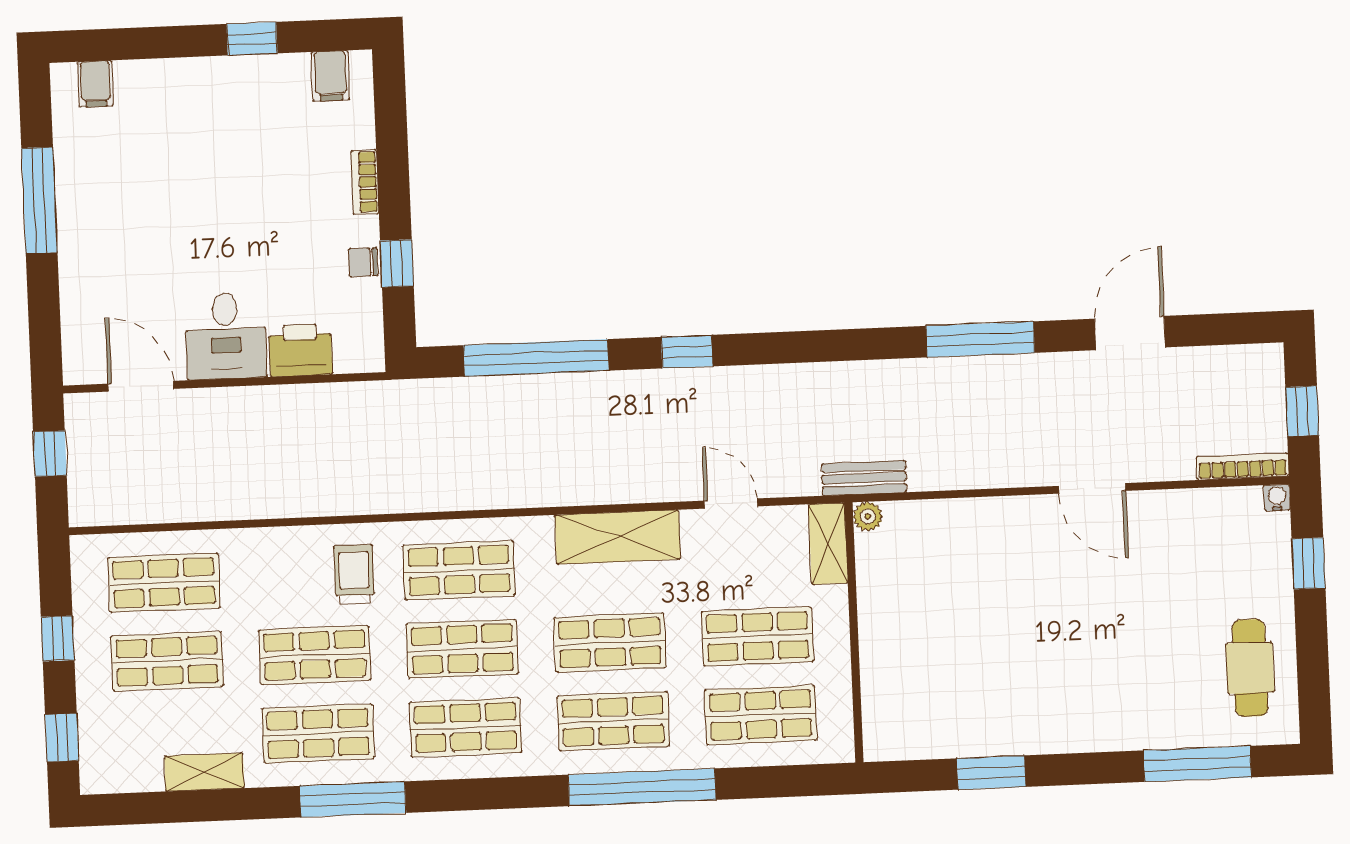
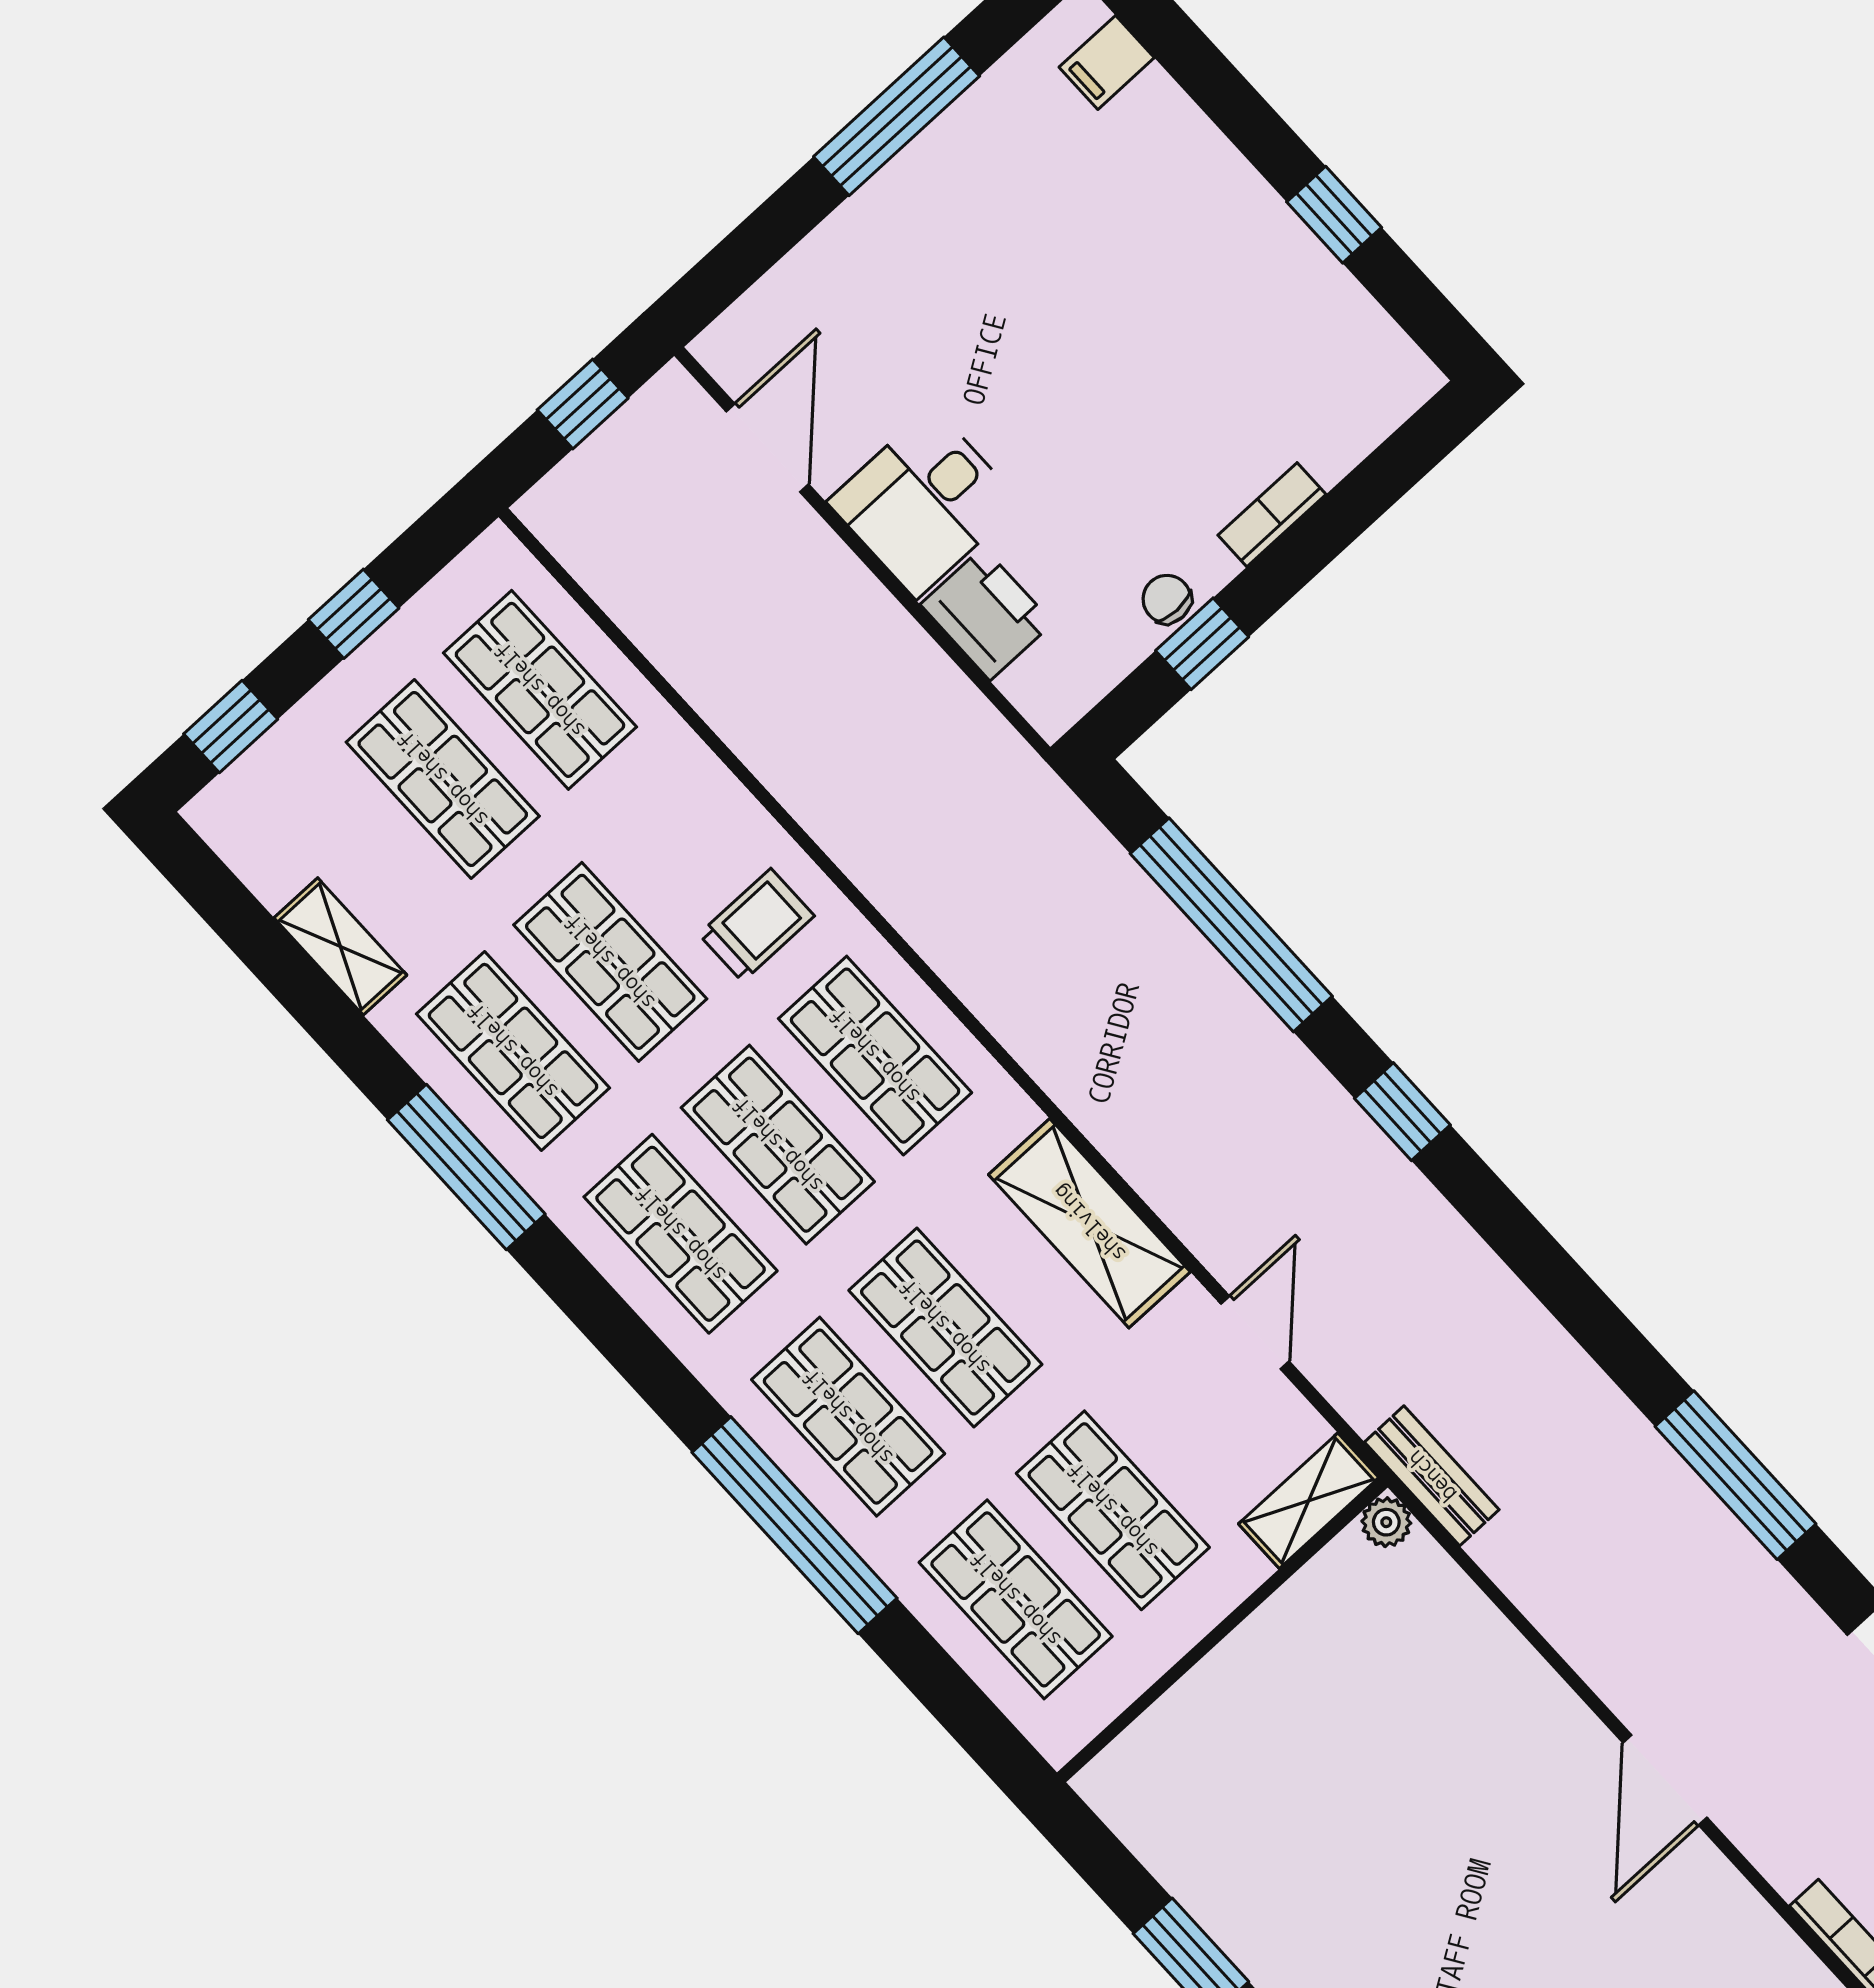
filing cabinet: (330, 76) -> (1371, 356), removed

